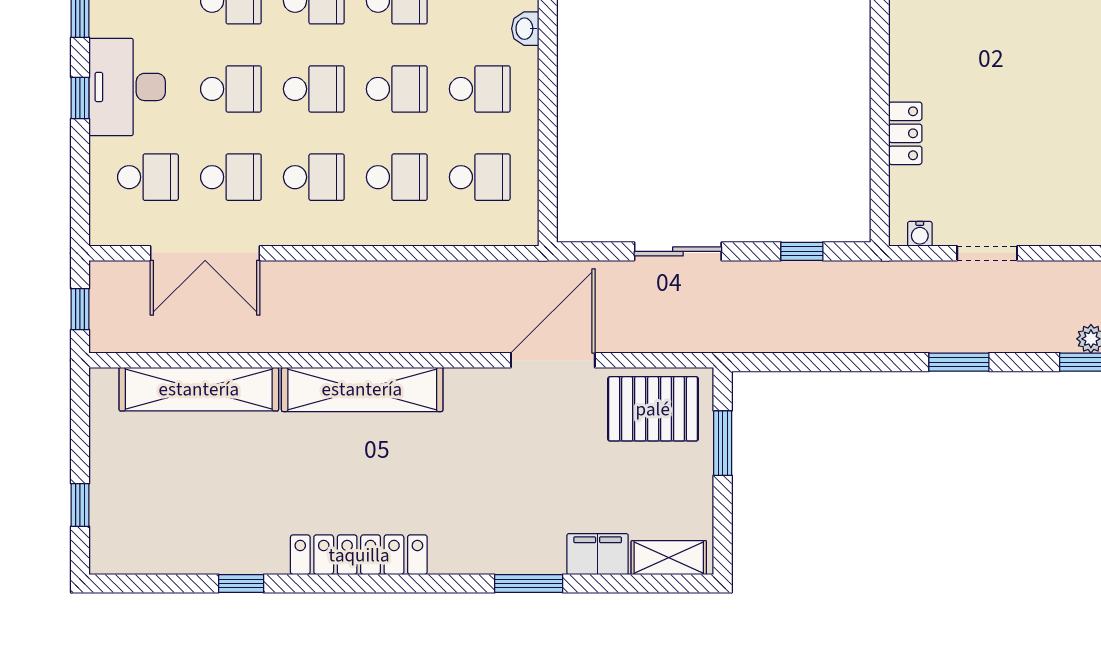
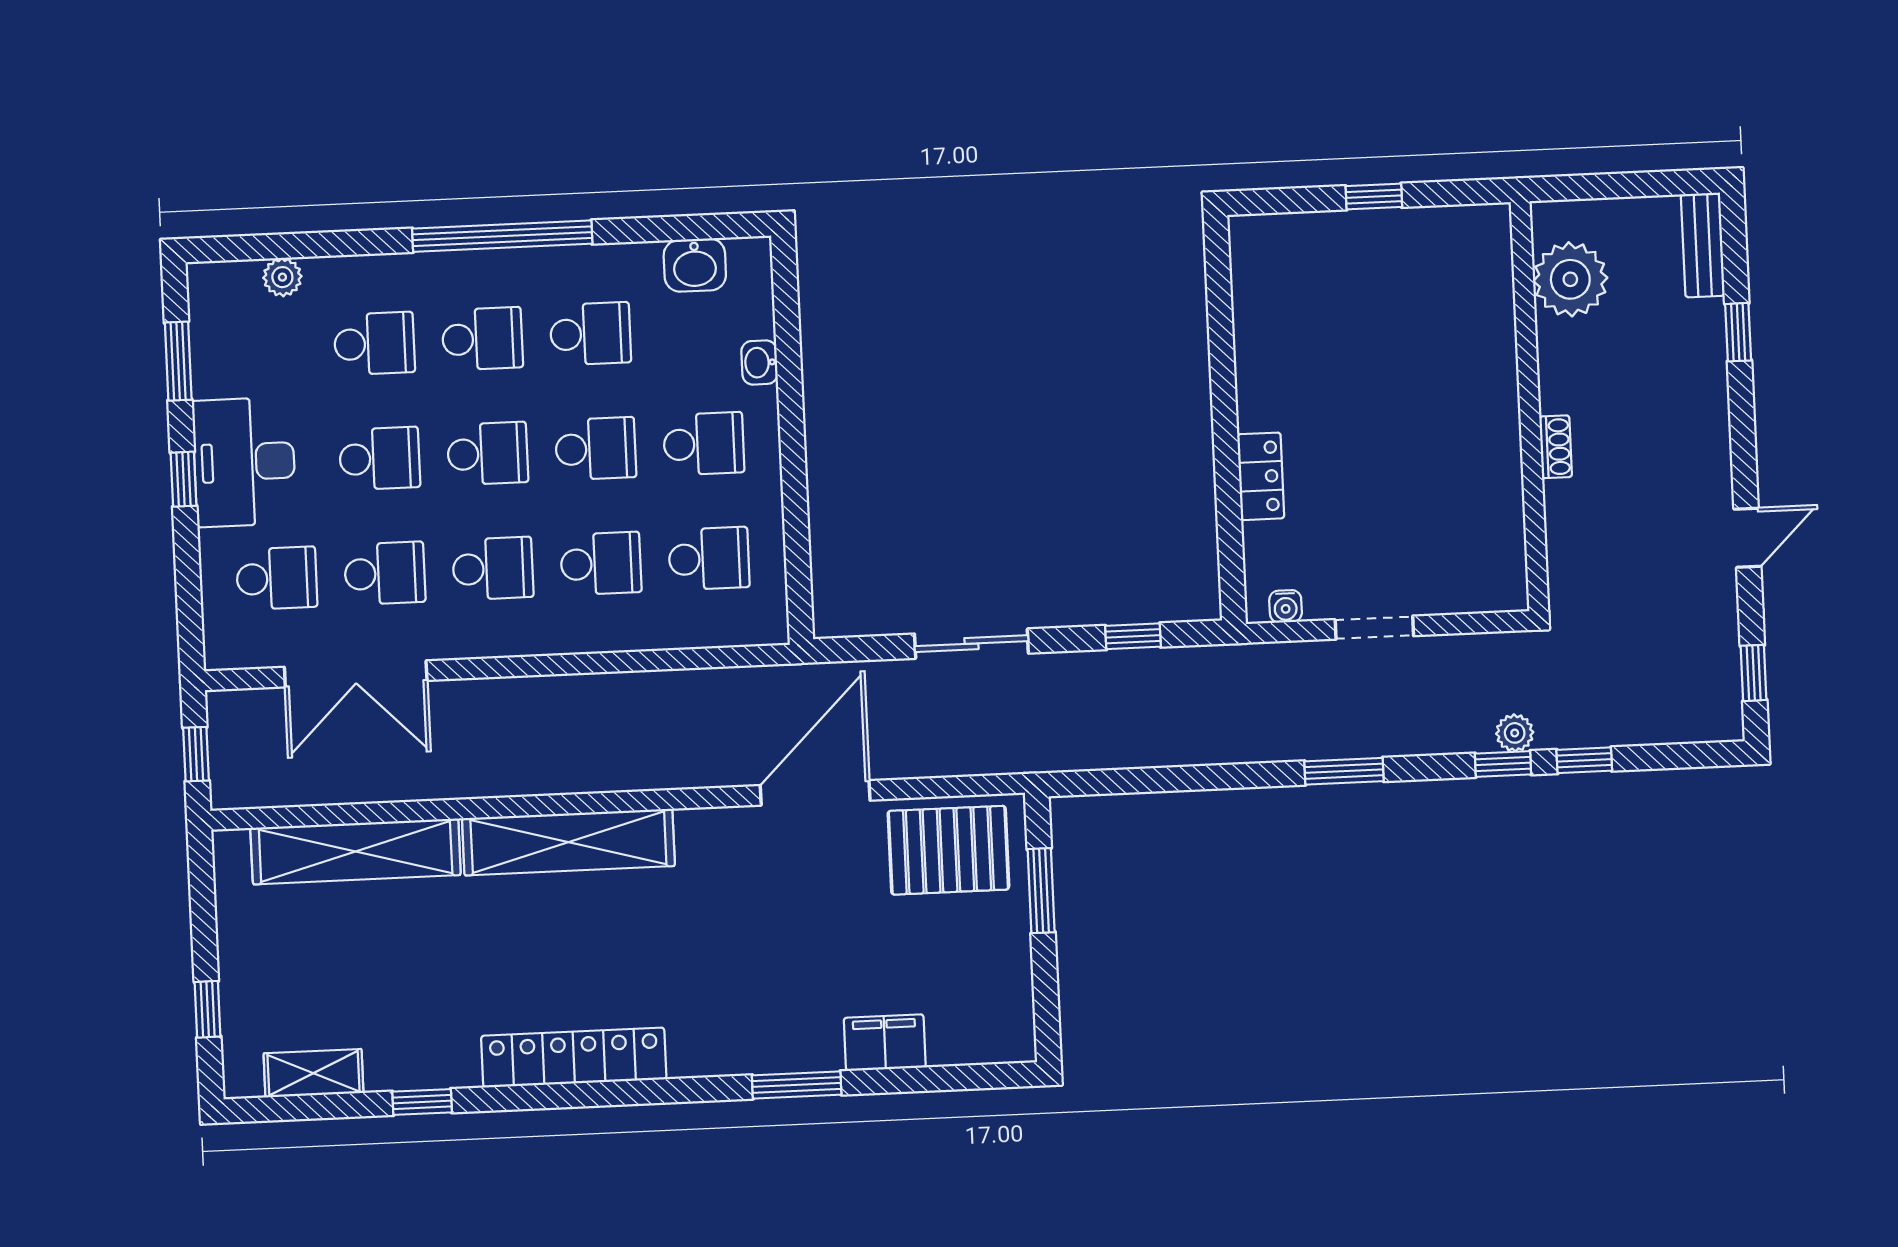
shelving: (669, 558) -> (313, 1073), moved

